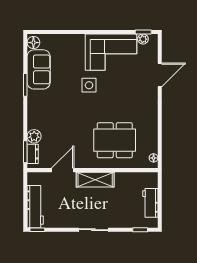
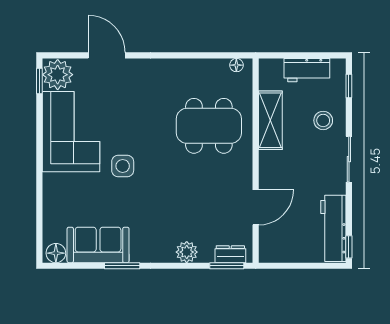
plant: (143, 39) -> (58, 75), width x1.88, depth x1.88
plant: (34, 136) -> (187, 252), moved
dining table: (115, 140) -> (209, 126), turned 90
door: (63, 170) -> (256, 207), swing flipped
shelving: (95, 180) -> (270, 120), moved
workbench: (35, 207) -> (333, 228), moved, turned -90
stool: (118, 213) -> (323, 120), added

